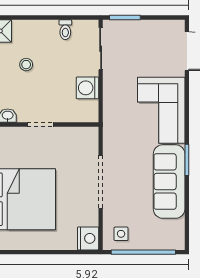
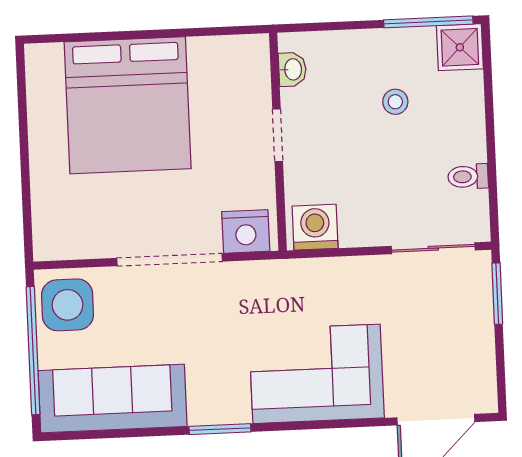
washing machine: (87, 88) -> (315, 227), moved
sofa: (169, 182) -> (113, 399), moved
side table: (121, 234) -> (67, 305), width x1.87, depth x1.87
nightstand: (88, 238) -> (246, 231), moved

